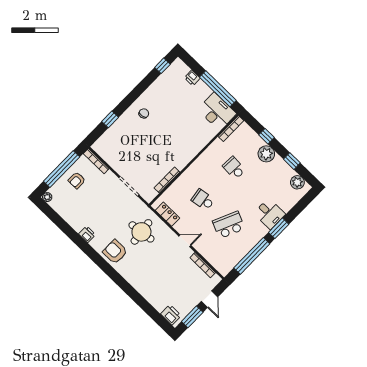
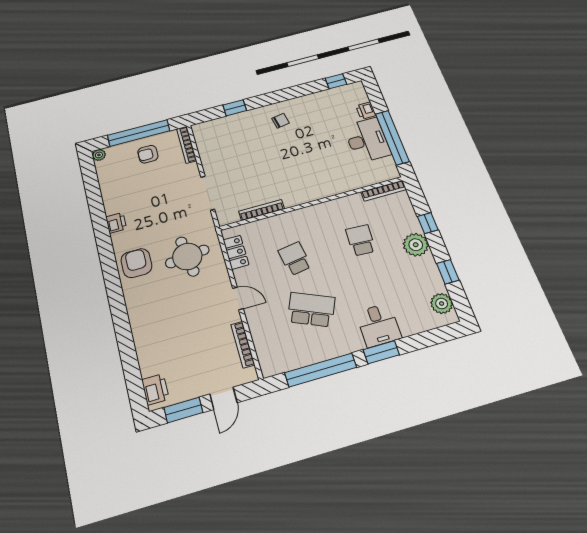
desk: (217, 112) -> (367, 140), moved

